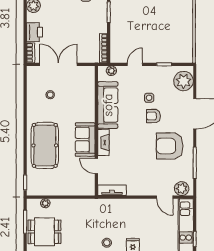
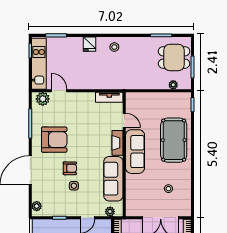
plant: (183, 81) -> (37, 206), width x0.53, depth x0.53
sofa: (85, 140) -> (135, 152), width x1.36

